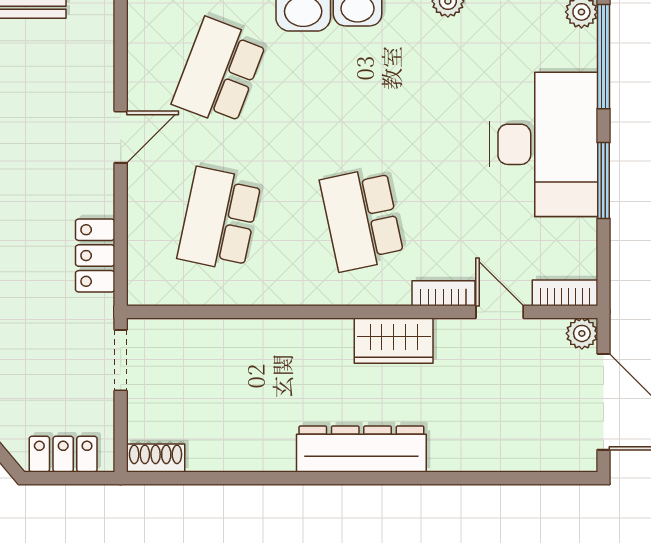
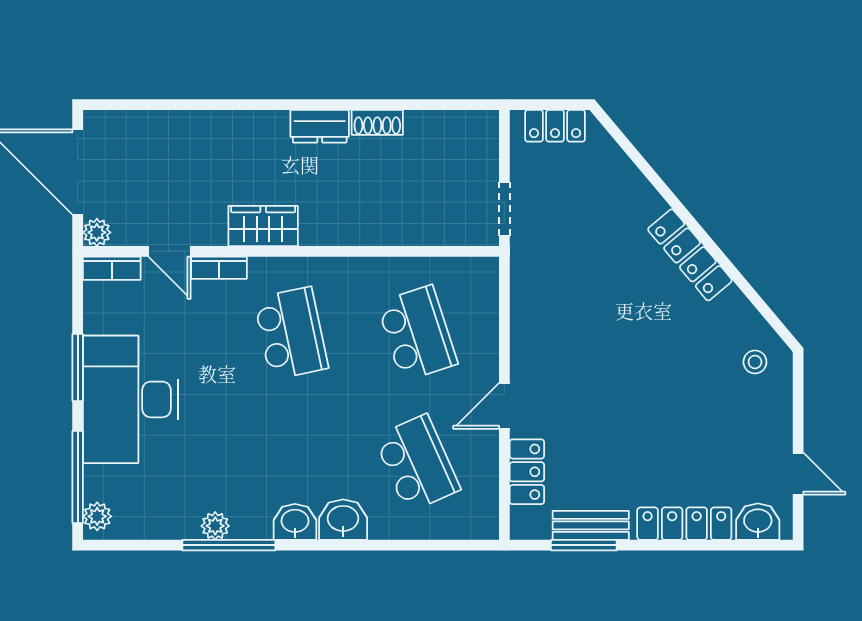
school desk: (219, 72) -> (417, 463), turned -45
school desk: (219, 219) -> (417, 333), turned -30
locker: (95, 256) -> (527, 472), moved
dresser: (361, 449) -> (320, 126), width x0.51, depth x0.80
shoe rack: (156, 458) -> (377, 122), moved

